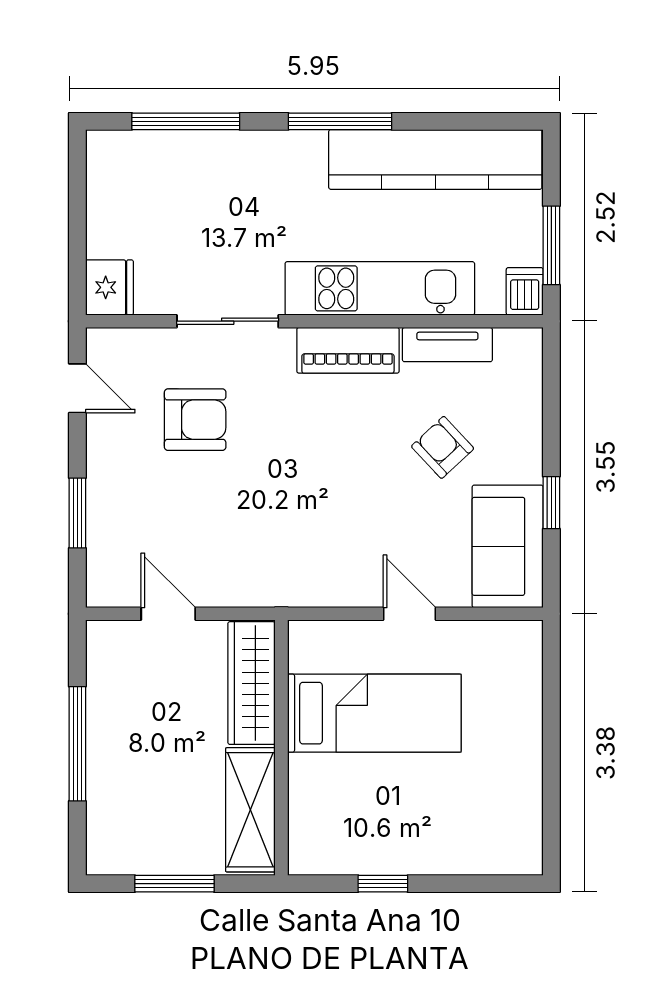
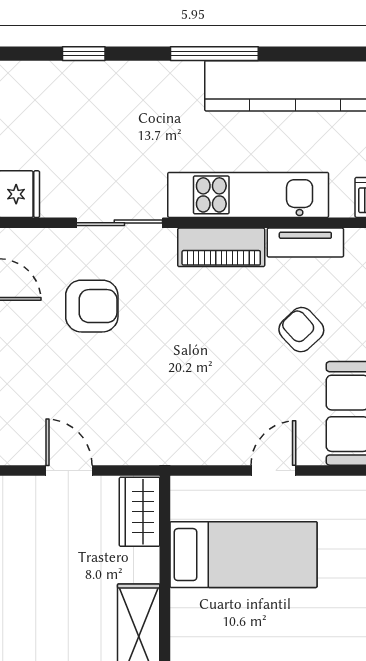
window: (186, 121) -> (84, 54), width x0.46
door: (410, 614) -> (273, 470), hinge flipped
wardrobe: (252, 683) -> (140, 512), width x0.67

